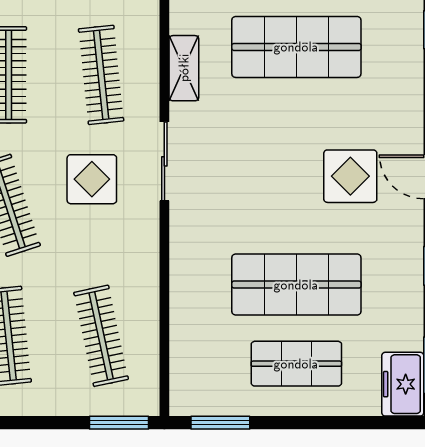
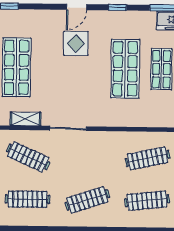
clothes rail: (101, 75) -> (28, 157), turned 30
display table: (92, 179) -> (76, 162), removed

